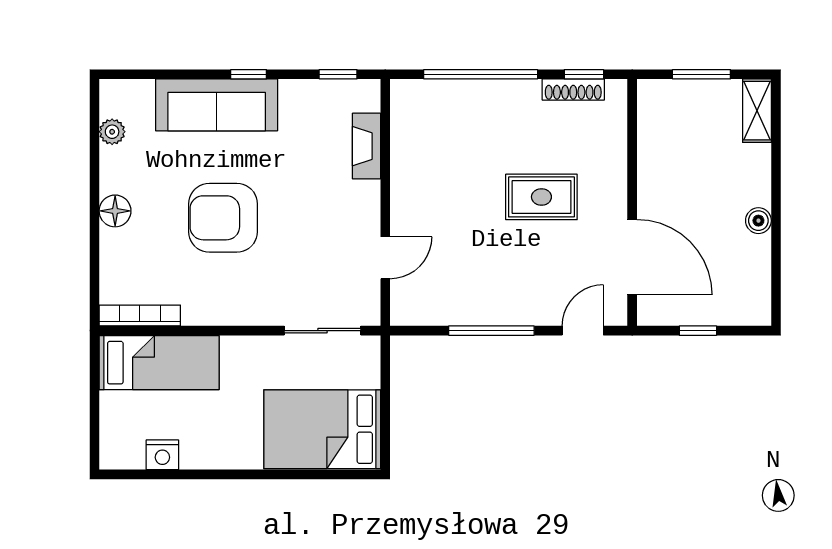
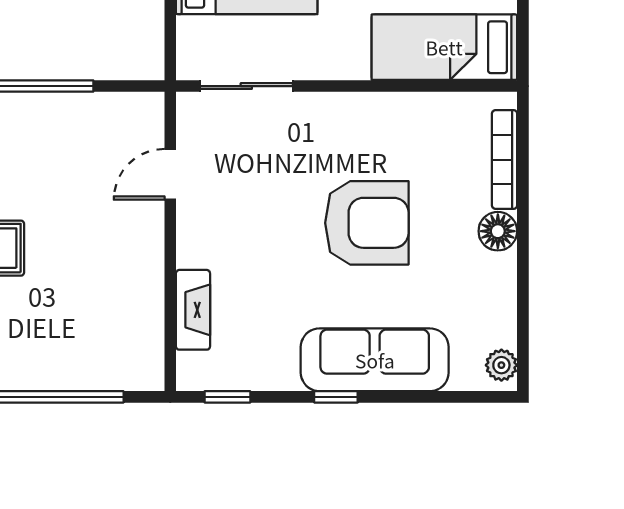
plant: (112, 132) -> (501, 365), moved
bookcase: (140, 316) -> (505, 160), moved, turned 90

